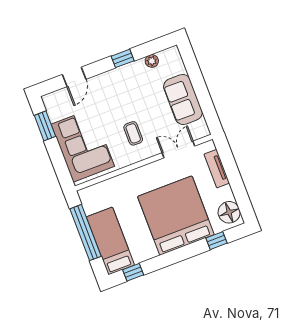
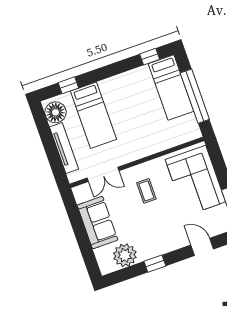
plant: (152, 61) -> (125, 255), width x1.88, depth x1.88
door: (74, 77) -> (202, 247), hinge flipped
tv unit: (217, 169) -> (64, 148), width x1.41
bed: (176, 216) -> (94, 115), width x0.49

